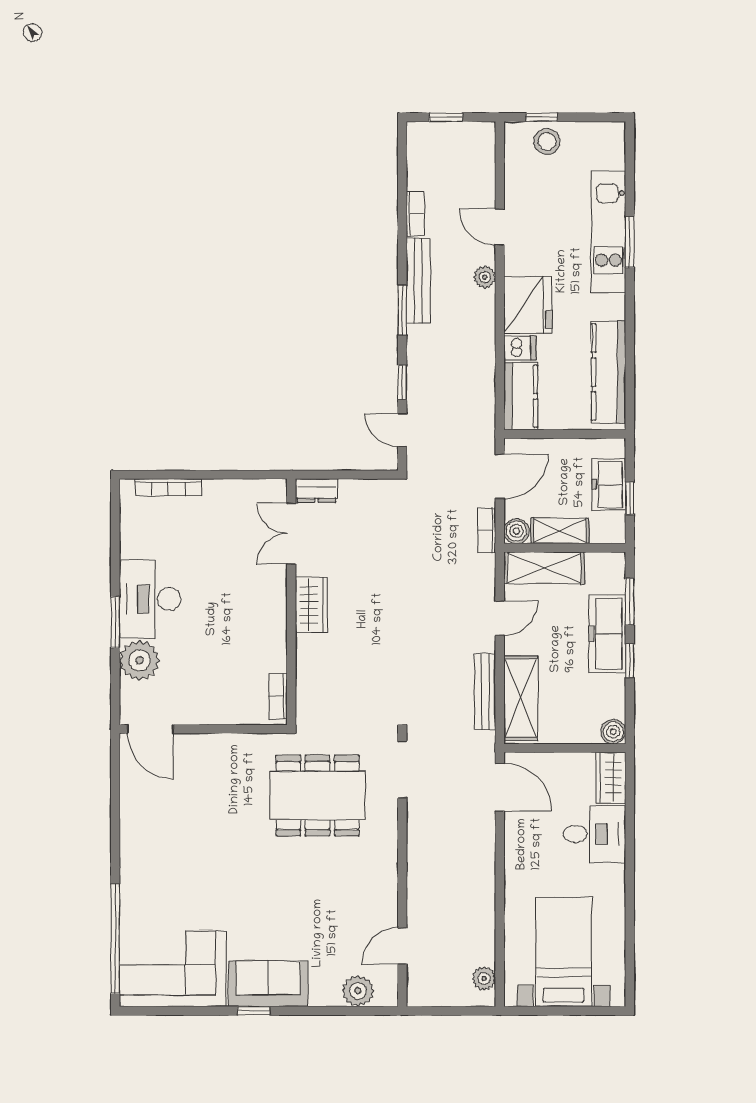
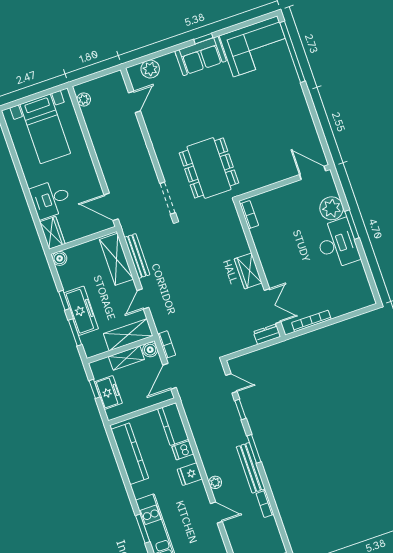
fridge: (528, 305) -> (190, 474), width x0.53, depth x0.75
bookcase: (168, 487) -> (311, 321), moved
dining table: (318, 796) -> (209, 168), turned 90

